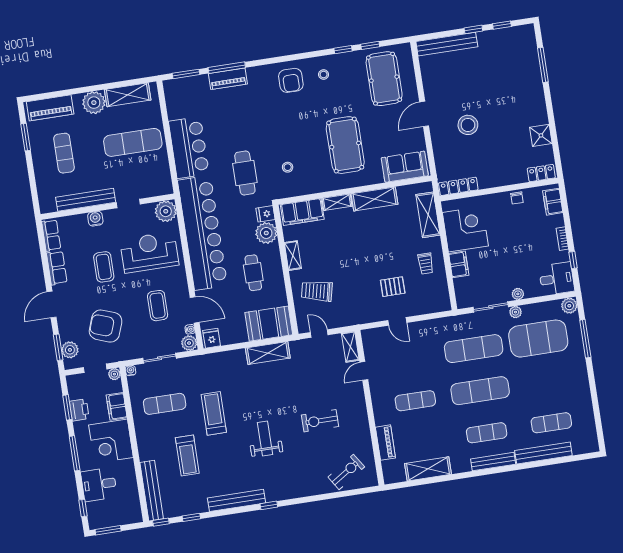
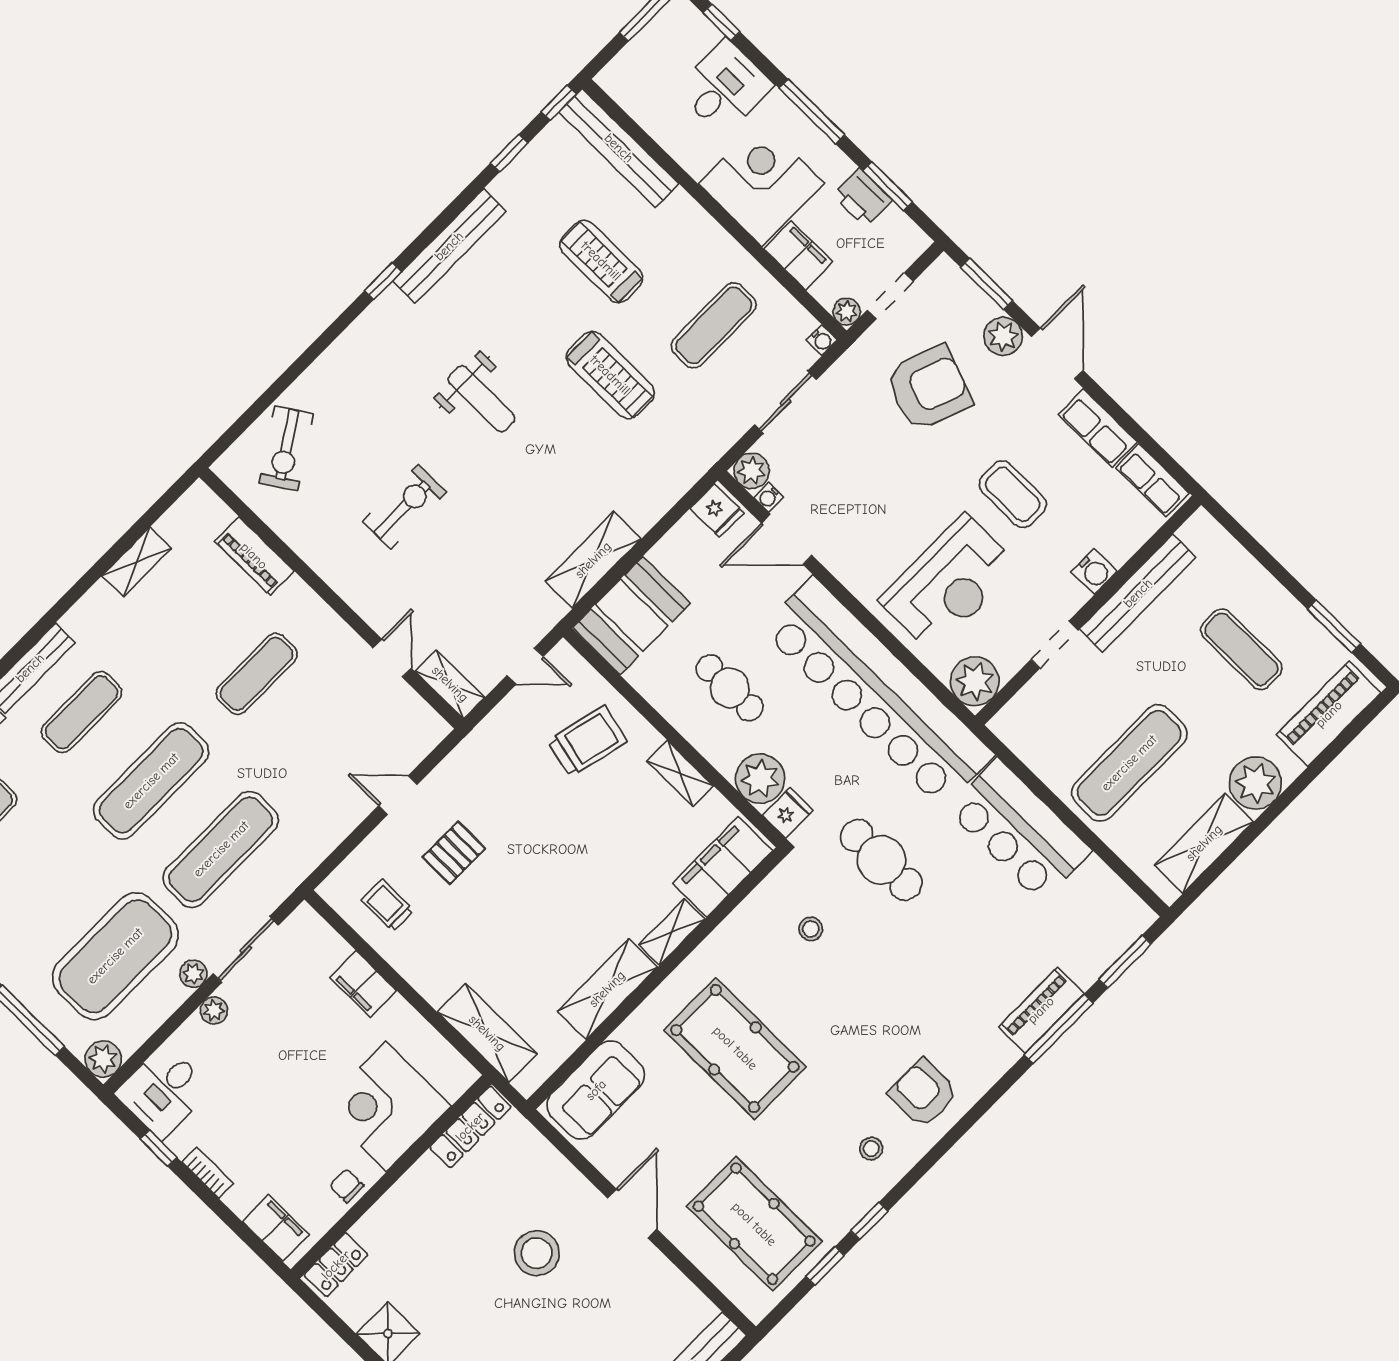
corner desk: (465, 229) -> (386, 1106), moved, turned 90
trolley: (426, 264) -> (387, 905), moved
coffee table: (158, 306) -> (861, 497), removed
plant: (70, 350) -> (1003, 336), moved
shelving: (428, 469) -> (137, 562), width x0.67, depth x0.75

